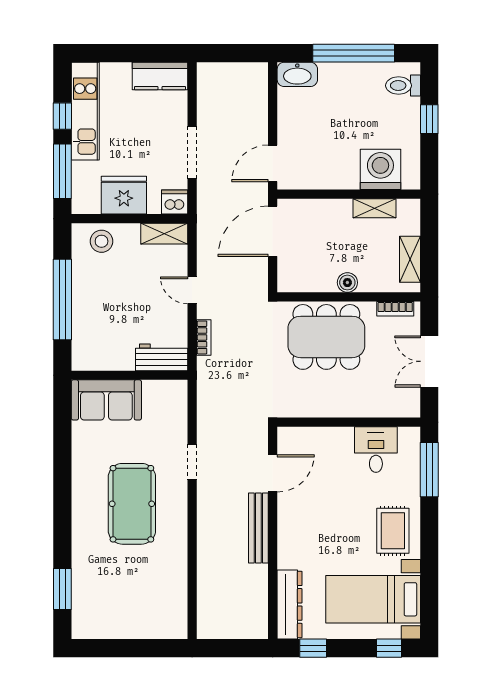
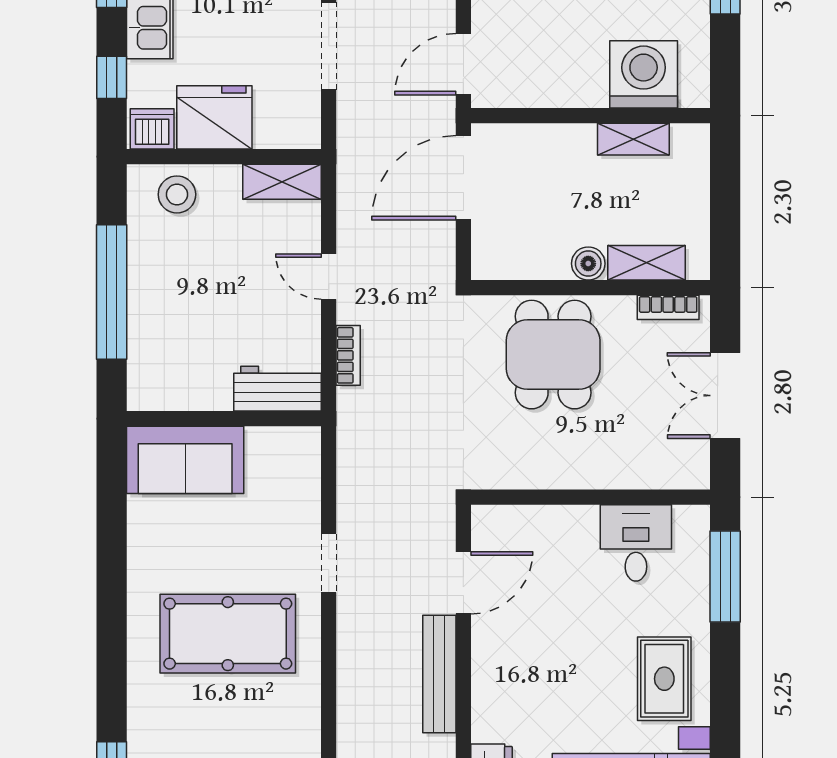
window: (62, 171) -> (112, 77), width x0.46
dishwasher: (175, 202) -> (152, 129), moved
shelving: (410, 259) -> (646, 263), moved, turned 90
dining table: (326, 337) -> (553, 355), width x0.73
pool table: (132, 504) -> (228, 634), turned 90

